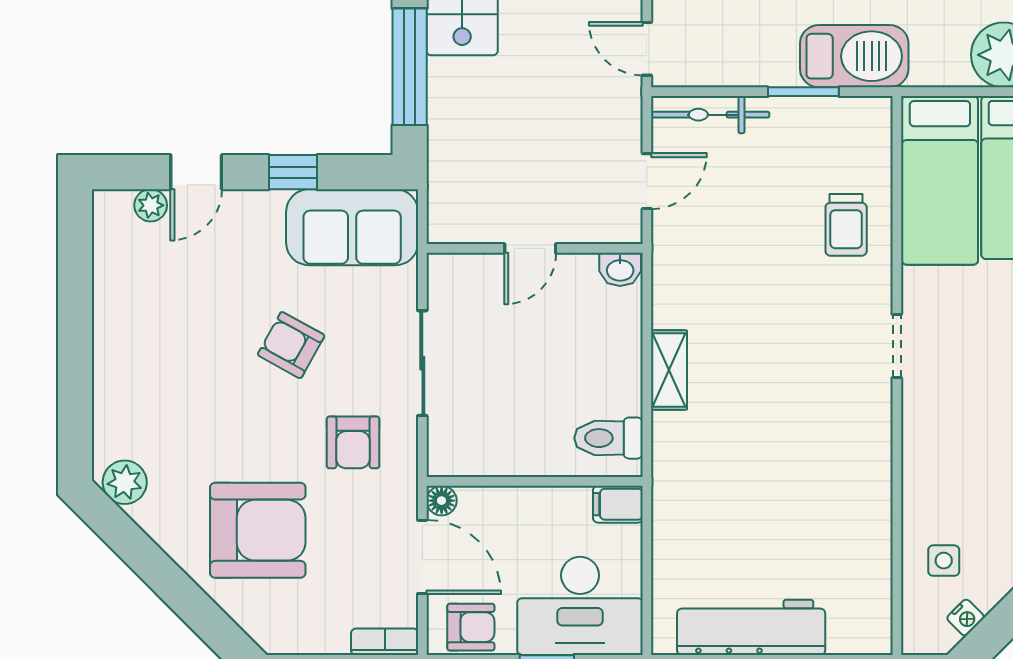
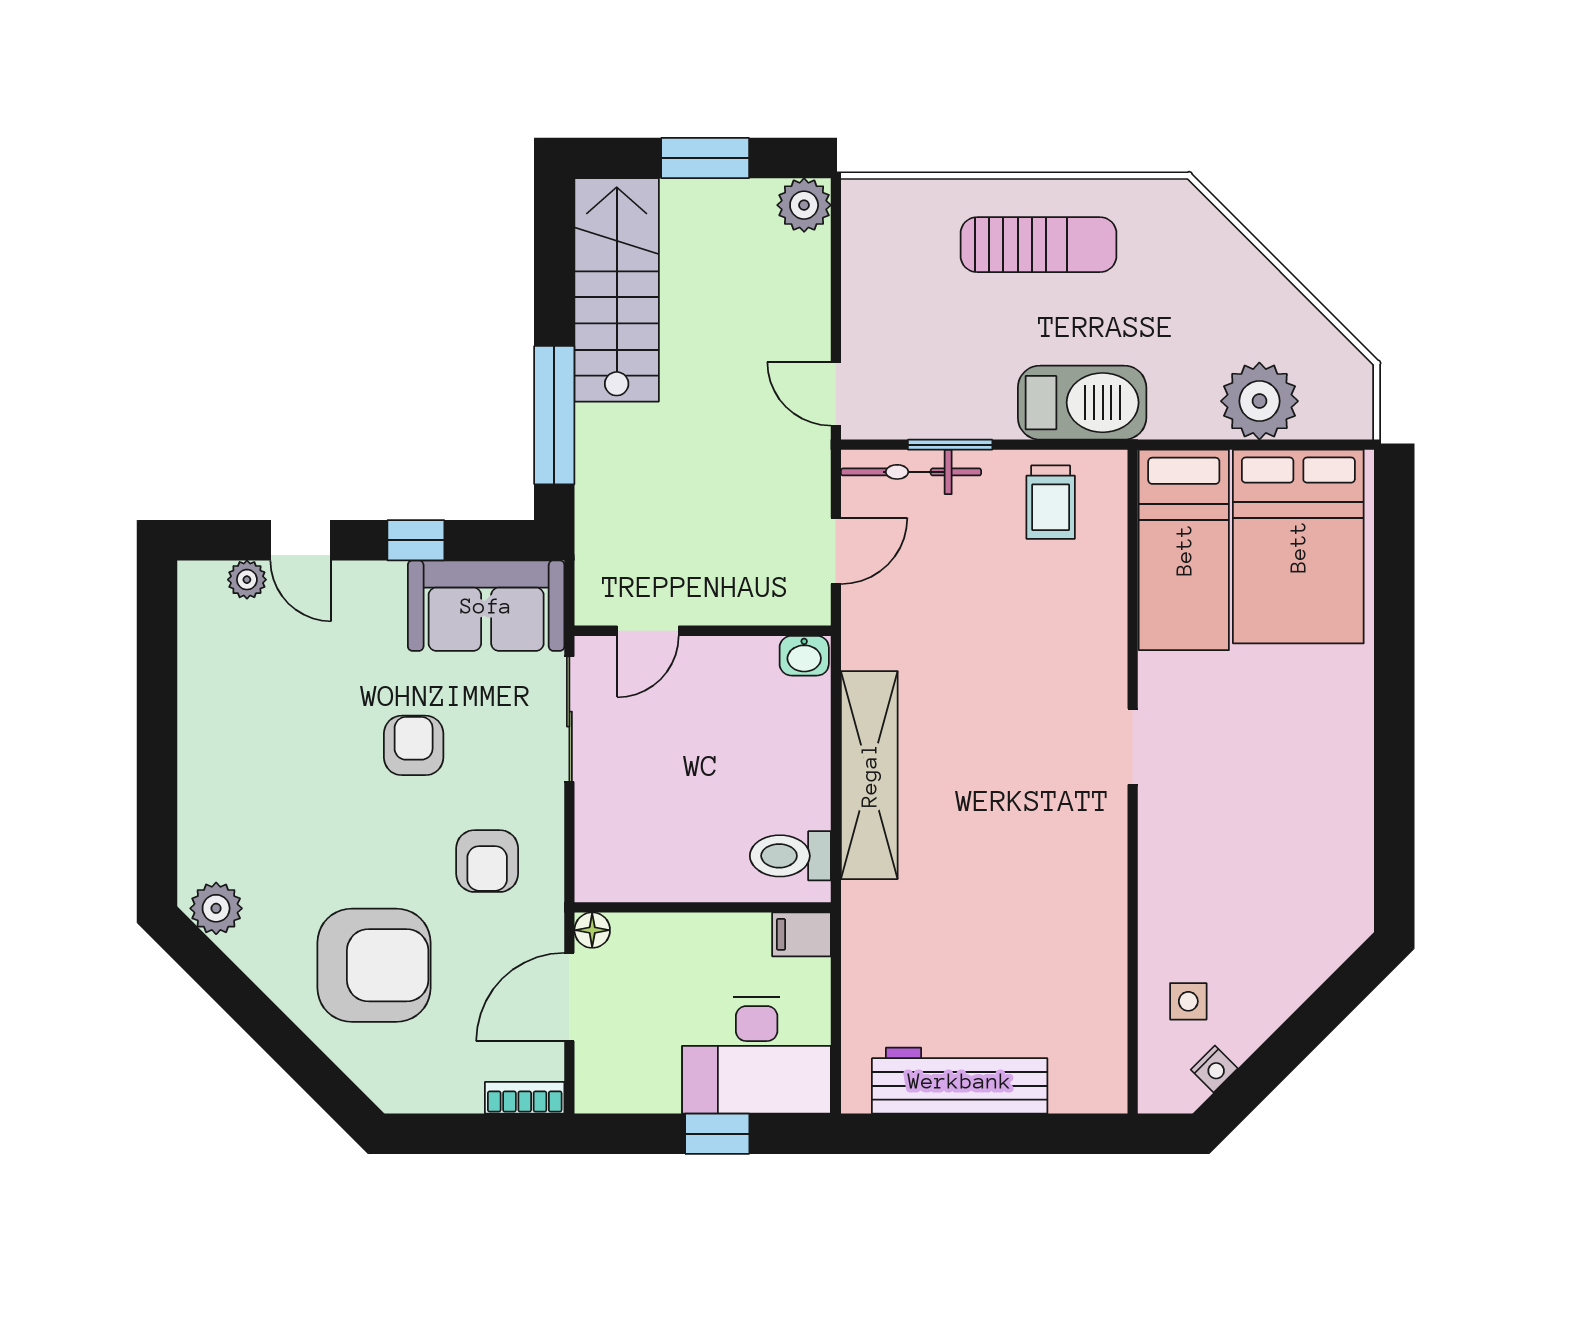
window: (803, 92) -> (950, 445), moved
door: (196, 172) -> (301, 540), hinge flipped
trolley: (846, 225) -> (1051, 502), moved
door: (530, 248) -> (648, 631), moved
armchair: (291, 345) -> (414, 745), turned 61
sliding door: (422, 363) -> (569, 719), moved
shelving: (669, 370) -> (869, 775), width x2.20, depth x1.33
door: (422, 557) -> (569, 997), swing flipped
armchair: (471, 627) -> (627, 1080), removed

